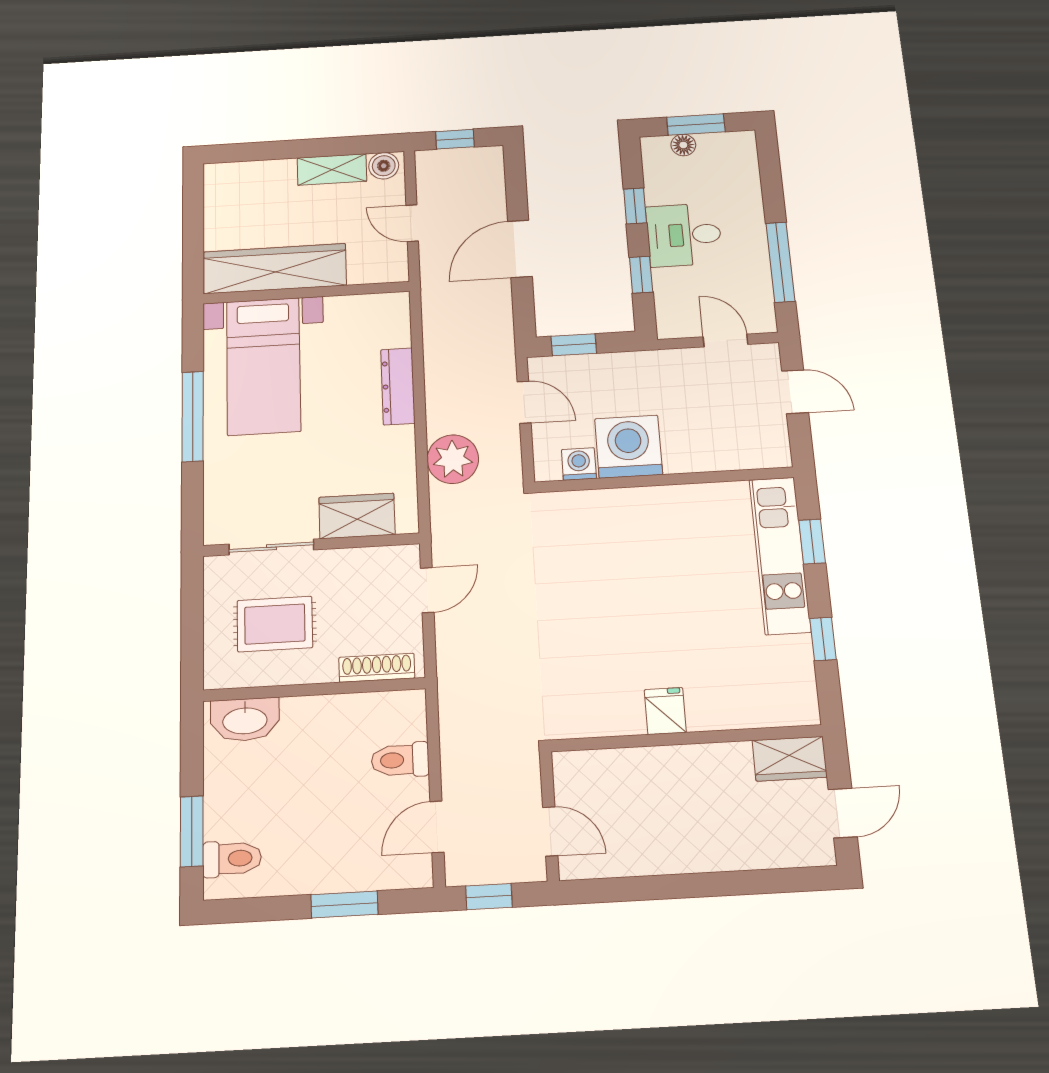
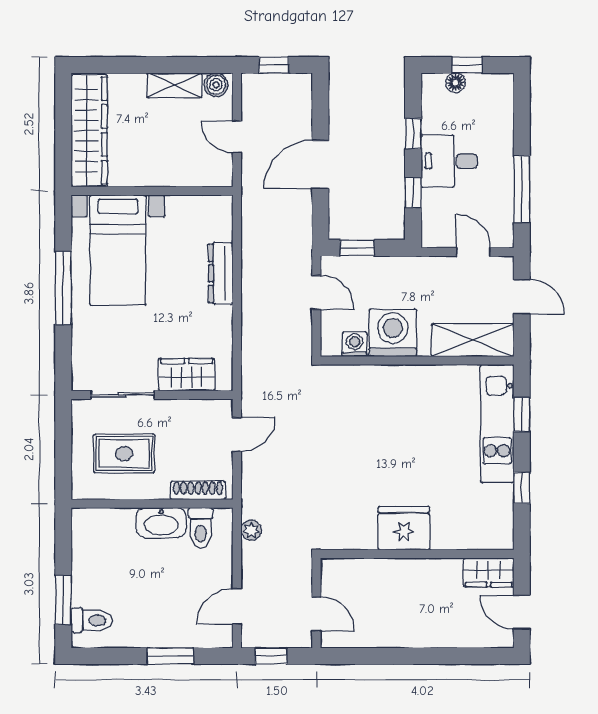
window: (696, 124) -> (467, 65), width x0.67
wardrobe: (275, 269) -> (89, 130), moved, turned 90
shelving: (736, 450) -> (473, 340), added
plant: (453, 459) -> (251, 530), moved, width x0.53, depth x0.53
fridge: (665, 711) -> (404, 528), width x1.88, depth x1.34
washbasin: (245, 720) -> (161, 523), moved
toilet: (400, 760) -> (201, 528), moved, turned -90
door: (843, 813) -> (522, 612), swing flipped

